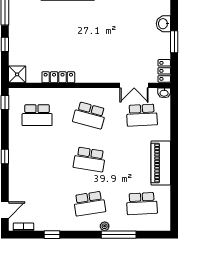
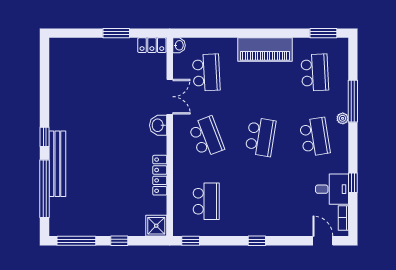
washbasin: (163, 24) -> (158, 125), moved, turned 90
double door: (134, 85) -> (170, 97), moved
school desk: (89, 115) -> (206, 137), turned -36
window: (174, 211) -> (323, 33), added
desk: (47, 218) -> (332, 189), added

